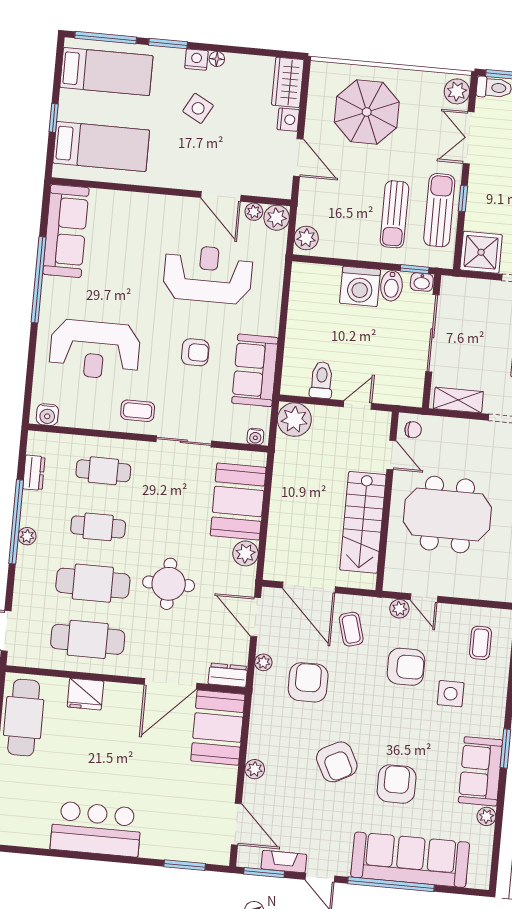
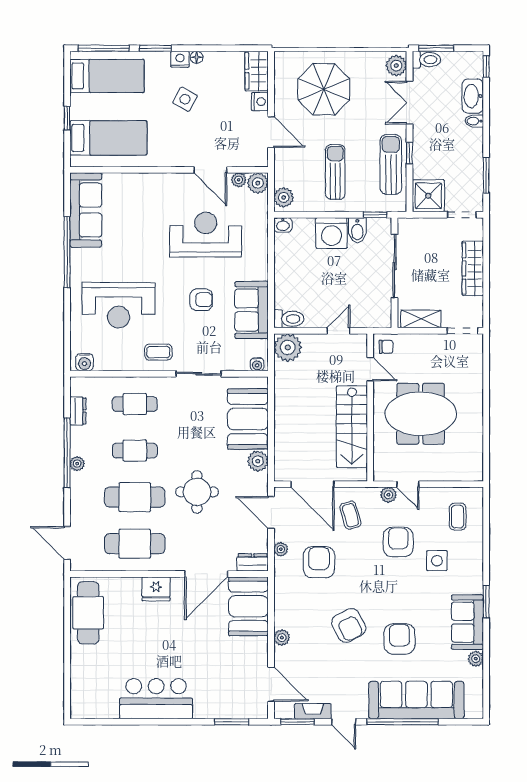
sun lounger: (394, 214) -> (335, 172), moved, turned 180
washbasin: (422, 282) -> (283, 225), moved
toilet: (322, 380) -> (289, 319), moved, turned 90
armchair: (406, 667) -> (398, 542), turned -90
fridge: (85, 694) -> (156, 589), moved

